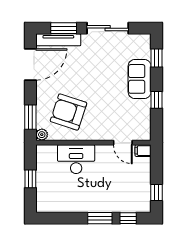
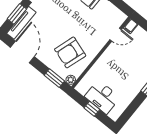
desk: (76, 159) -> (102, 97), moved, turned -90

